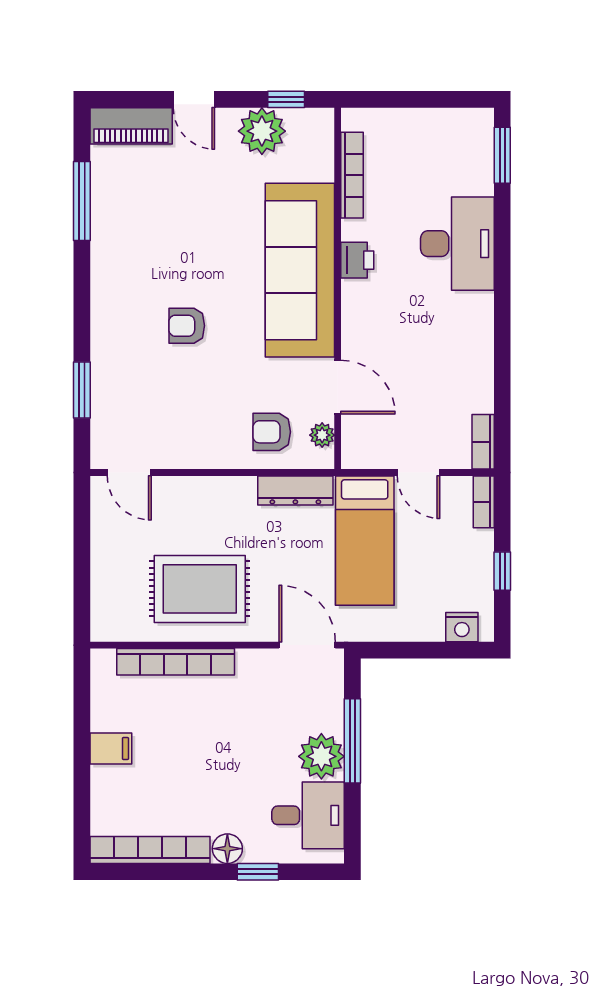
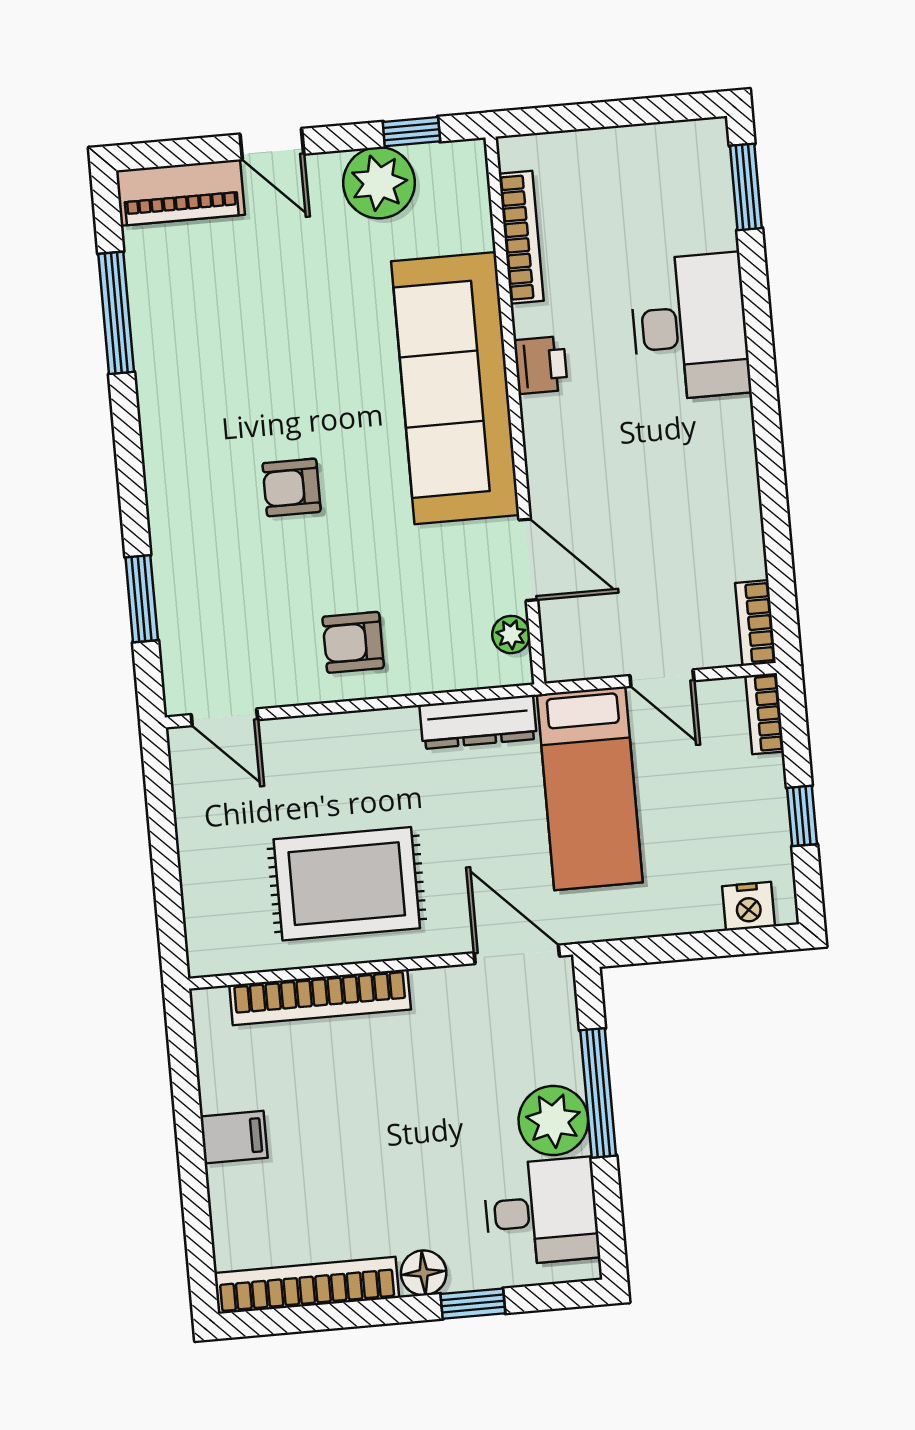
armchair: (272, 432) -> (353, 642), moved

